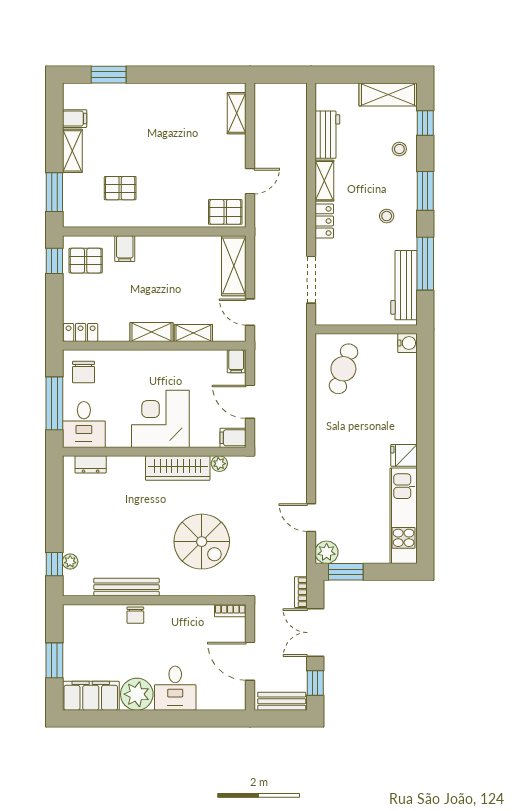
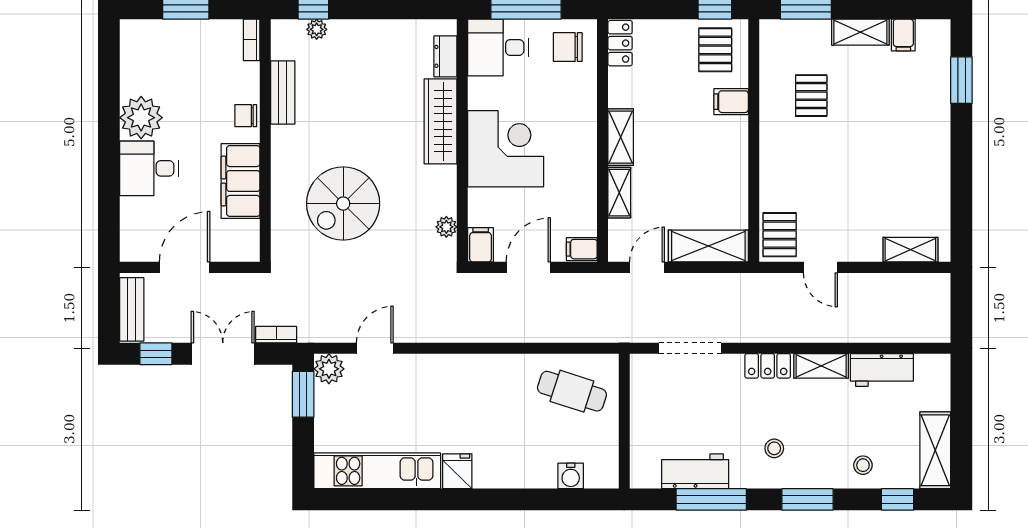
workbench: (404, 285) -> (695, 471), width x0.73
water cooler: (407, 343) -> (571, 476), moved
wardrobe: (178, 468) -> (440, 121), moved
bench: (127, 587) -> (283, 92), width x0.73
bookcase: (230, 611) -> (252, 40), moved
filing cabinet: (91, 696) -> (241, 181), moved, turned 180

